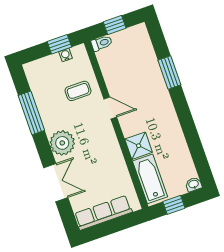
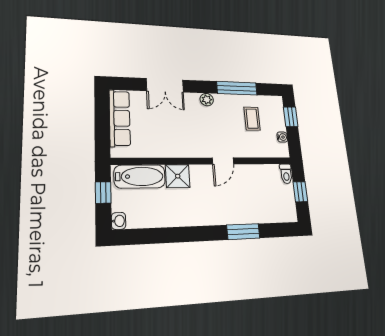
window: (59, 44) -> (291, 117), moved
coffee table: (78, 91) -> (252, 119), moved
plant: (62, 143) -> (207, 100), width x0.53, depth x0.53

